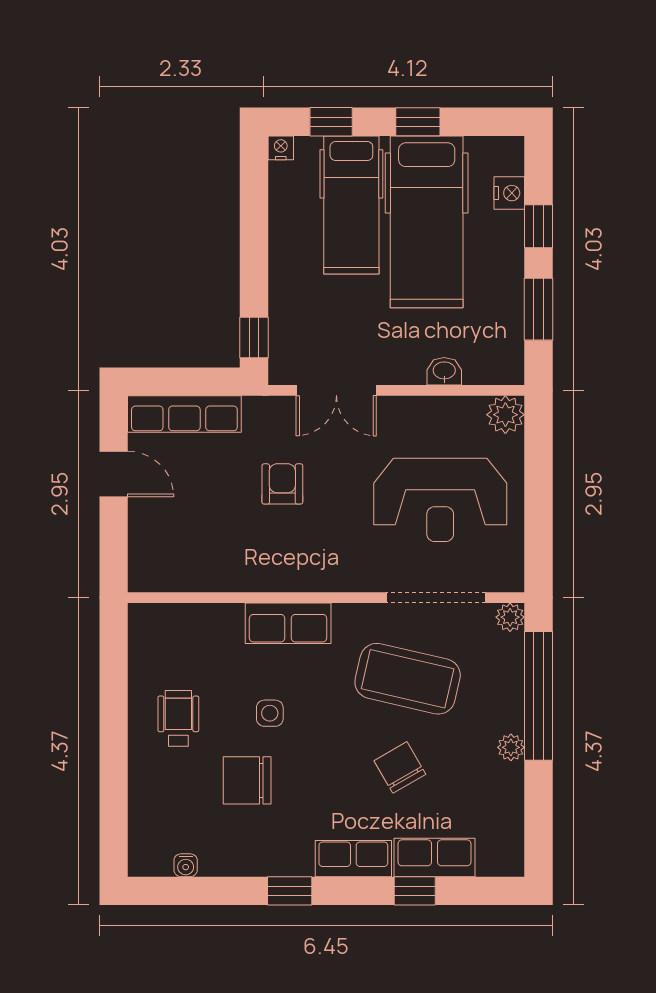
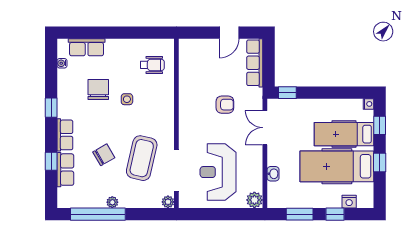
row of seats: (288, 623) -> (87, 47), moved, turned -90
window: (538, 696) -> (98, 214), moved
wheelchair: (178, 718) -> (152, 65), moved

